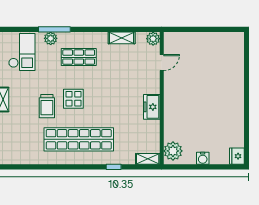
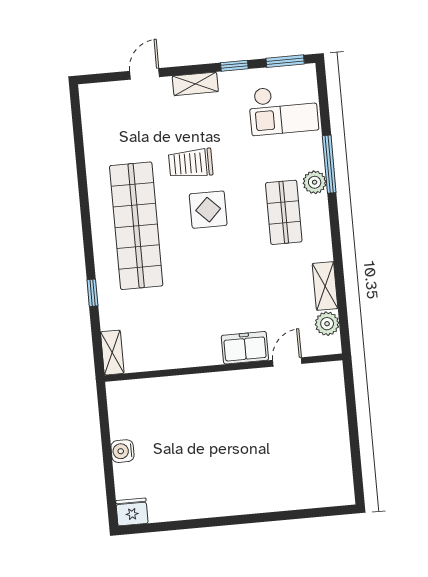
plant: (51, 38) -> (315, 182), moved
plant: (153, 39) -> (327, 324), moved
door: (162, 63) -> (287, 362), swing flipped
freezer: (152, 107) -> (245, 348), moved
plant: (173, 151) -> (131, 397), removed

